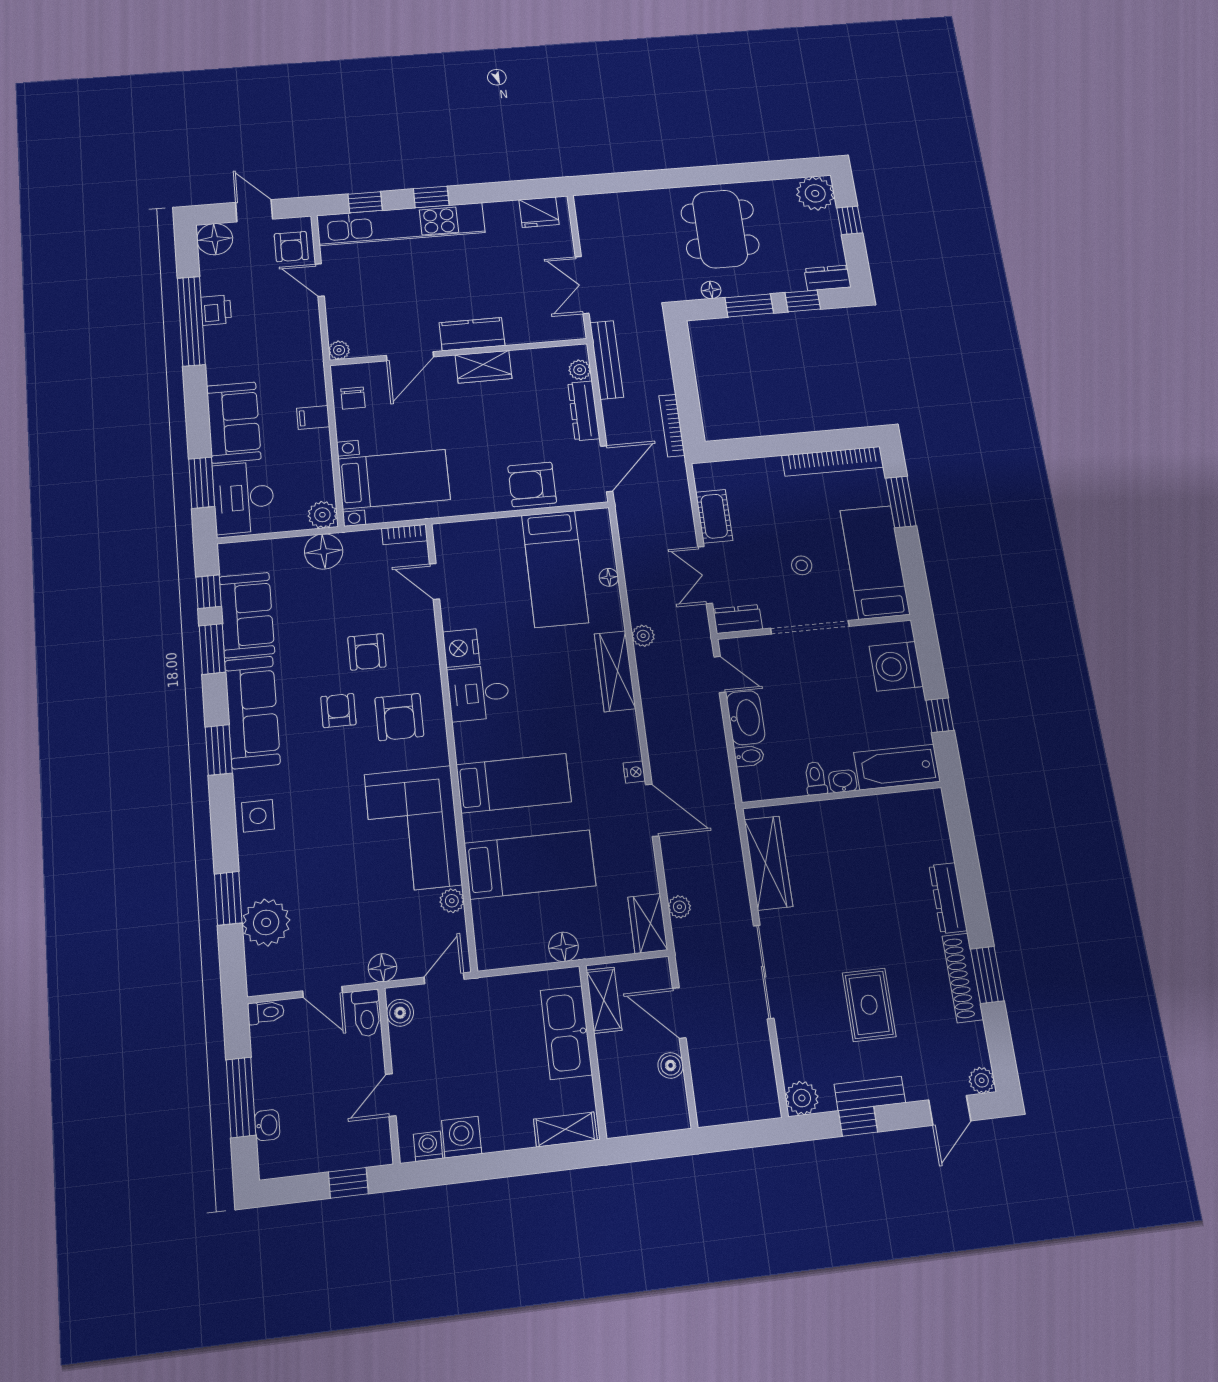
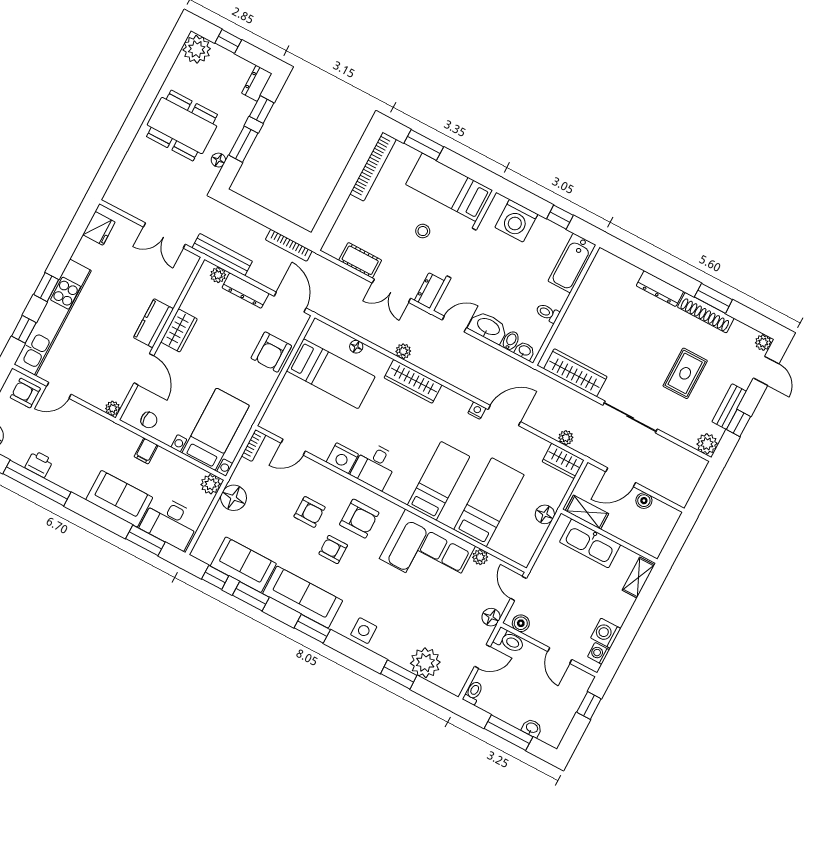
armchair: (291, 247) -> (25, 393), turned 180
washbasin: (843, 781) -> (525, 351), moved, turned 90
rug: (869, 1005) -> (685, 373), turned 90

